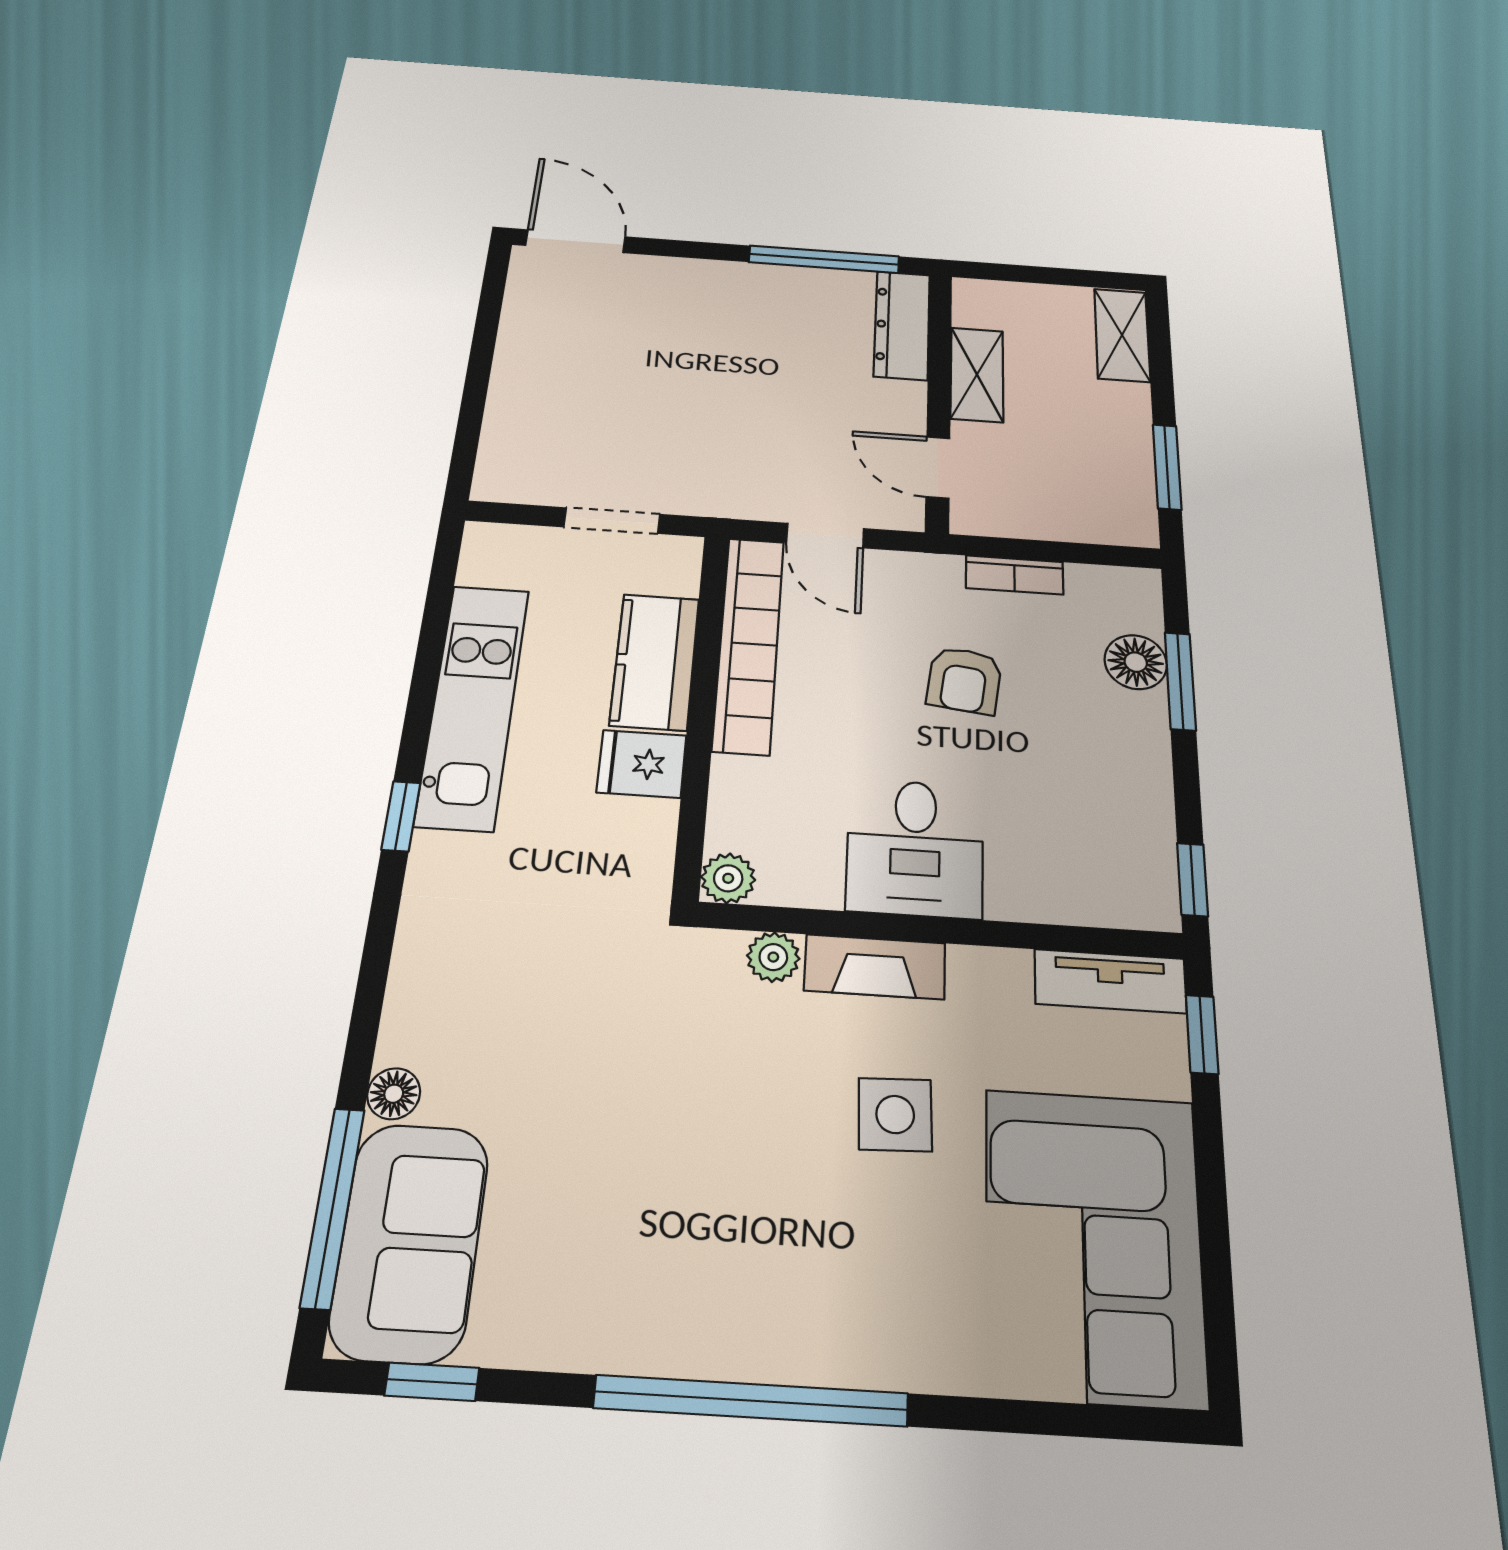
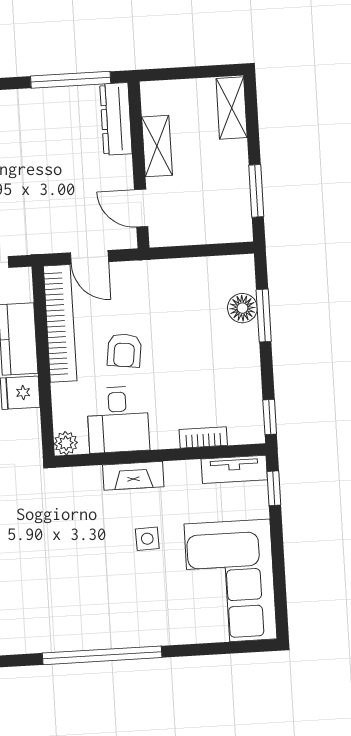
bookcase: (1015, 575) -> (203, 437), moved, turned 180
armchair: (964, 680) -> (124, 350), moved
desk: (915, 848) -> (118, 420), moved
plant: (773, 957) -> (90, 477), removed
side table: (895, 1114) -> (147, 539), width x0.73, depth x0.73

